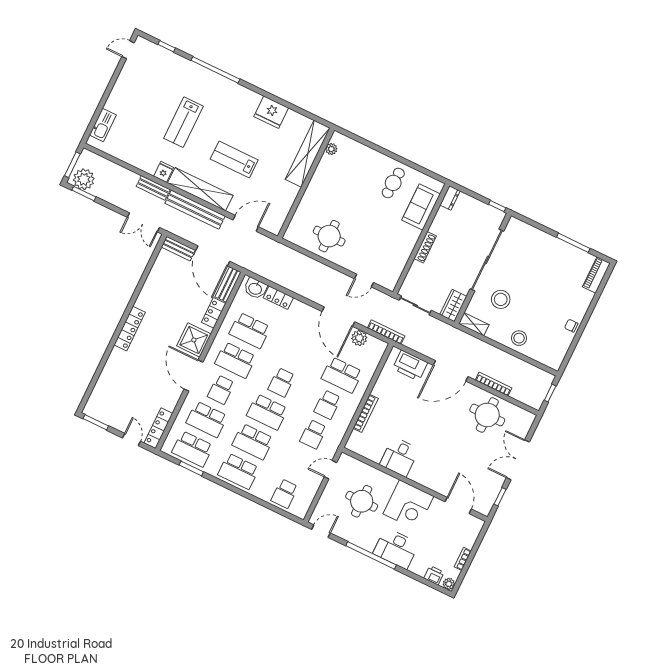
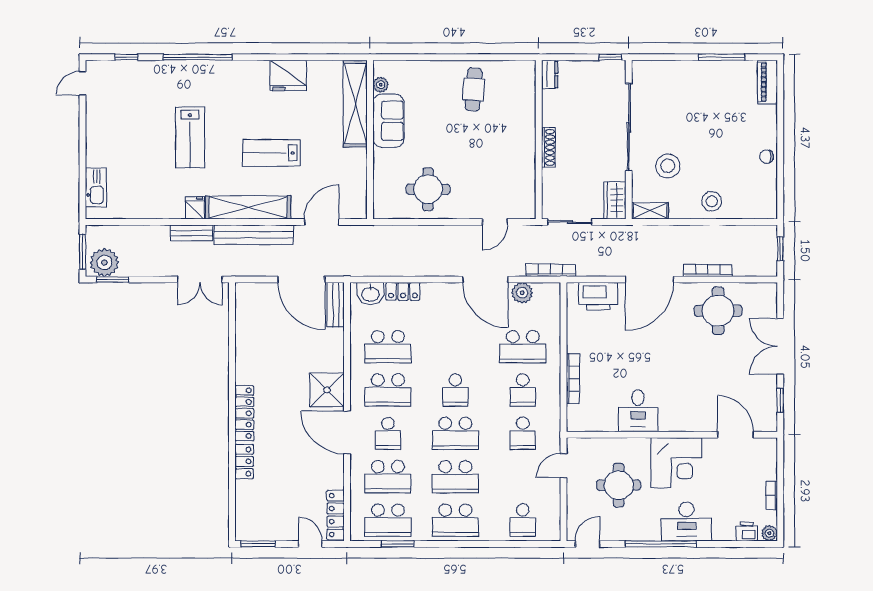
sofa: (421, 207) -> (388, 121), moved, turned 180
bench: (178, 249) -> (256, 290), removed
locker: (214, 313) -> (244, 461), moved, turned 180

